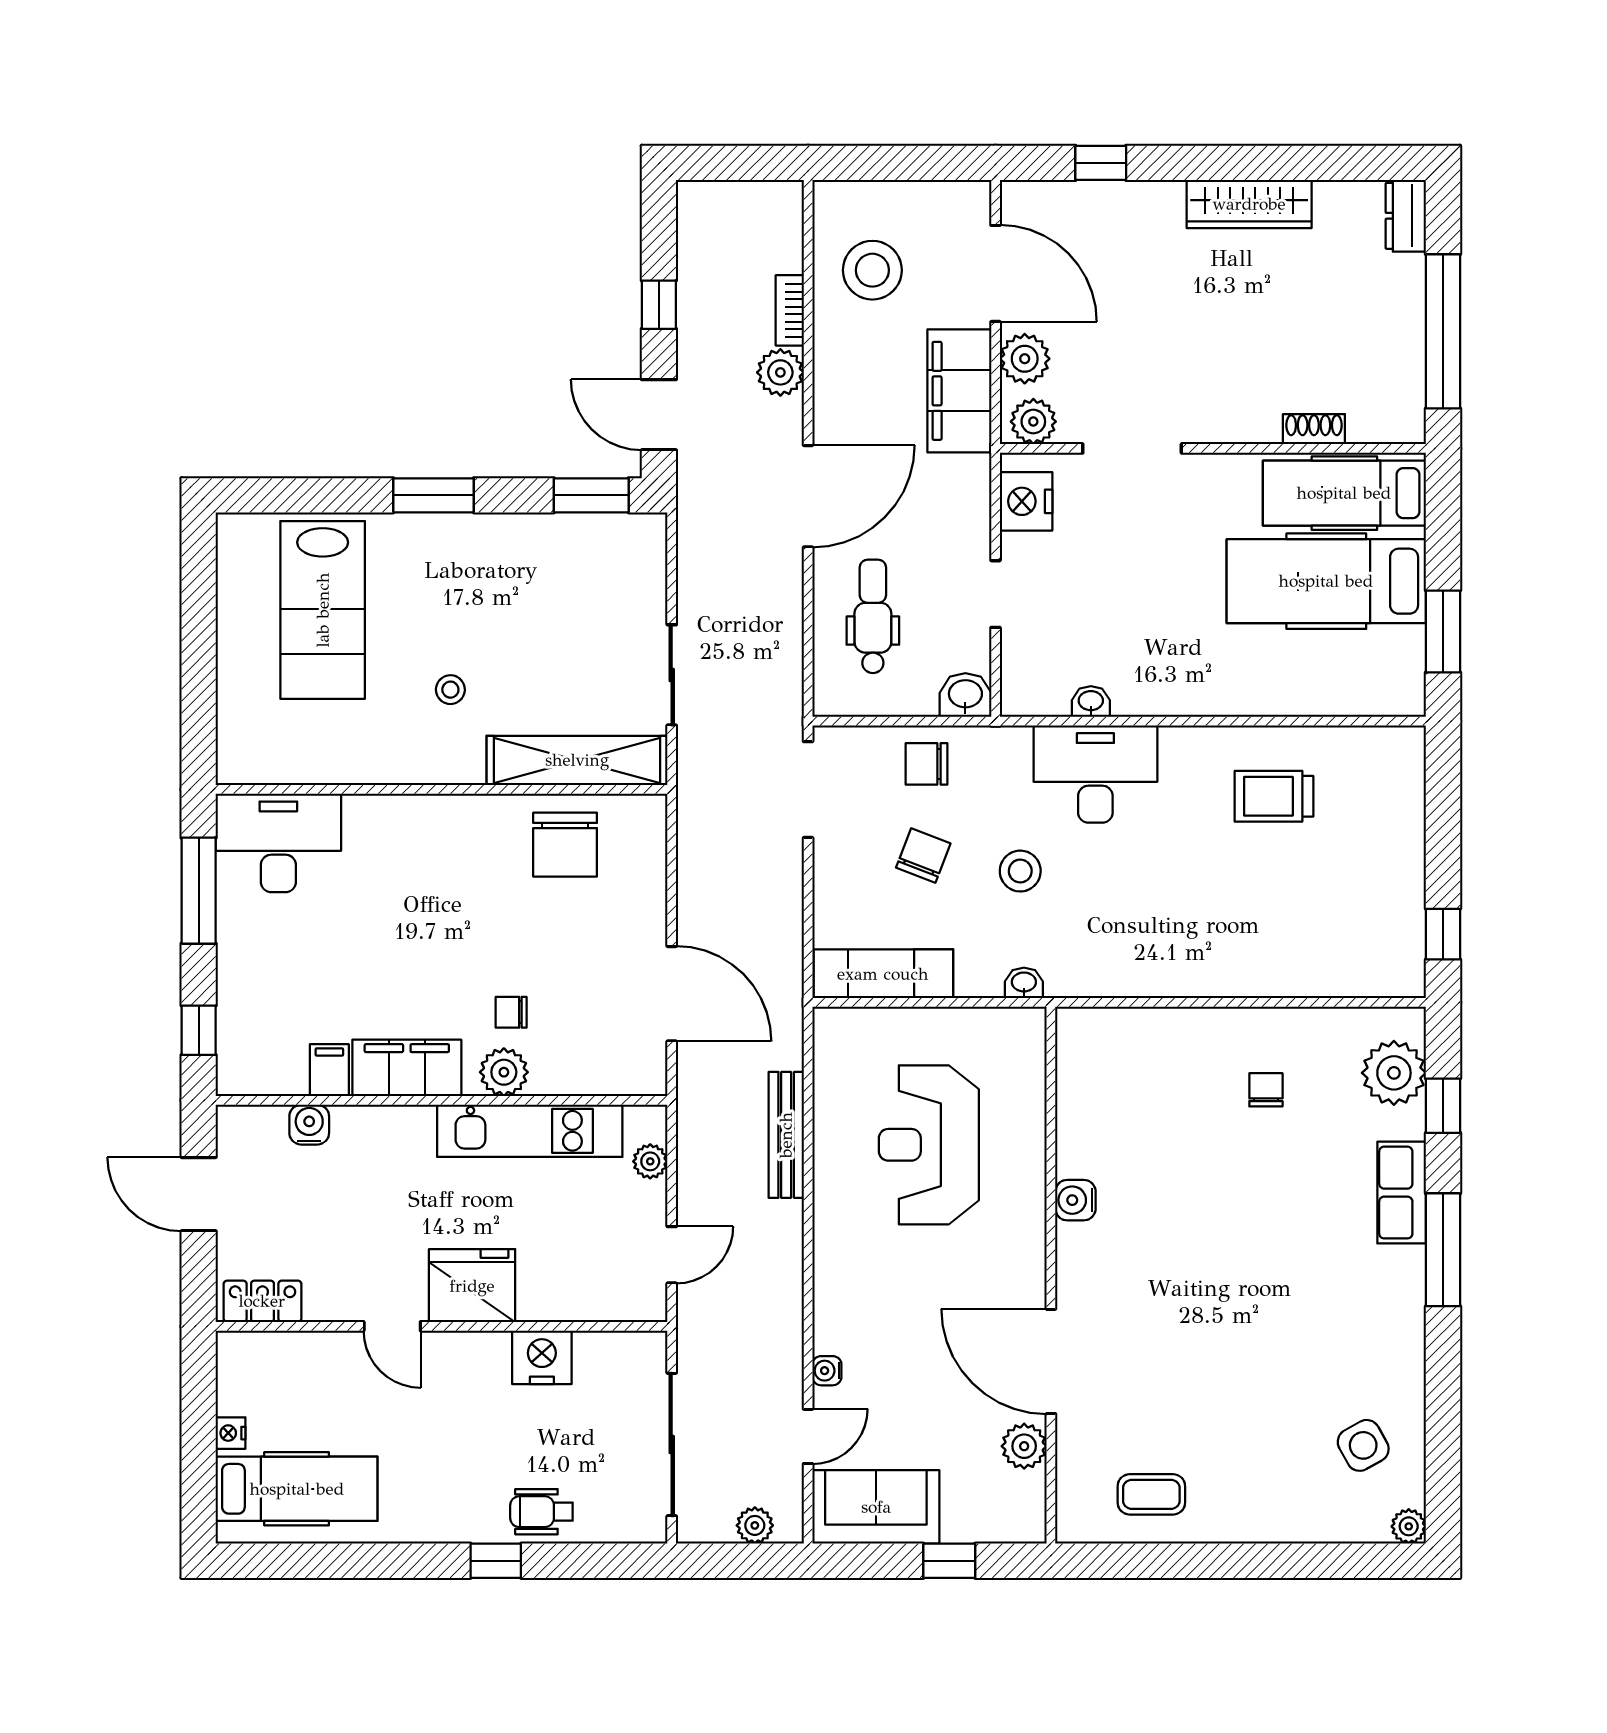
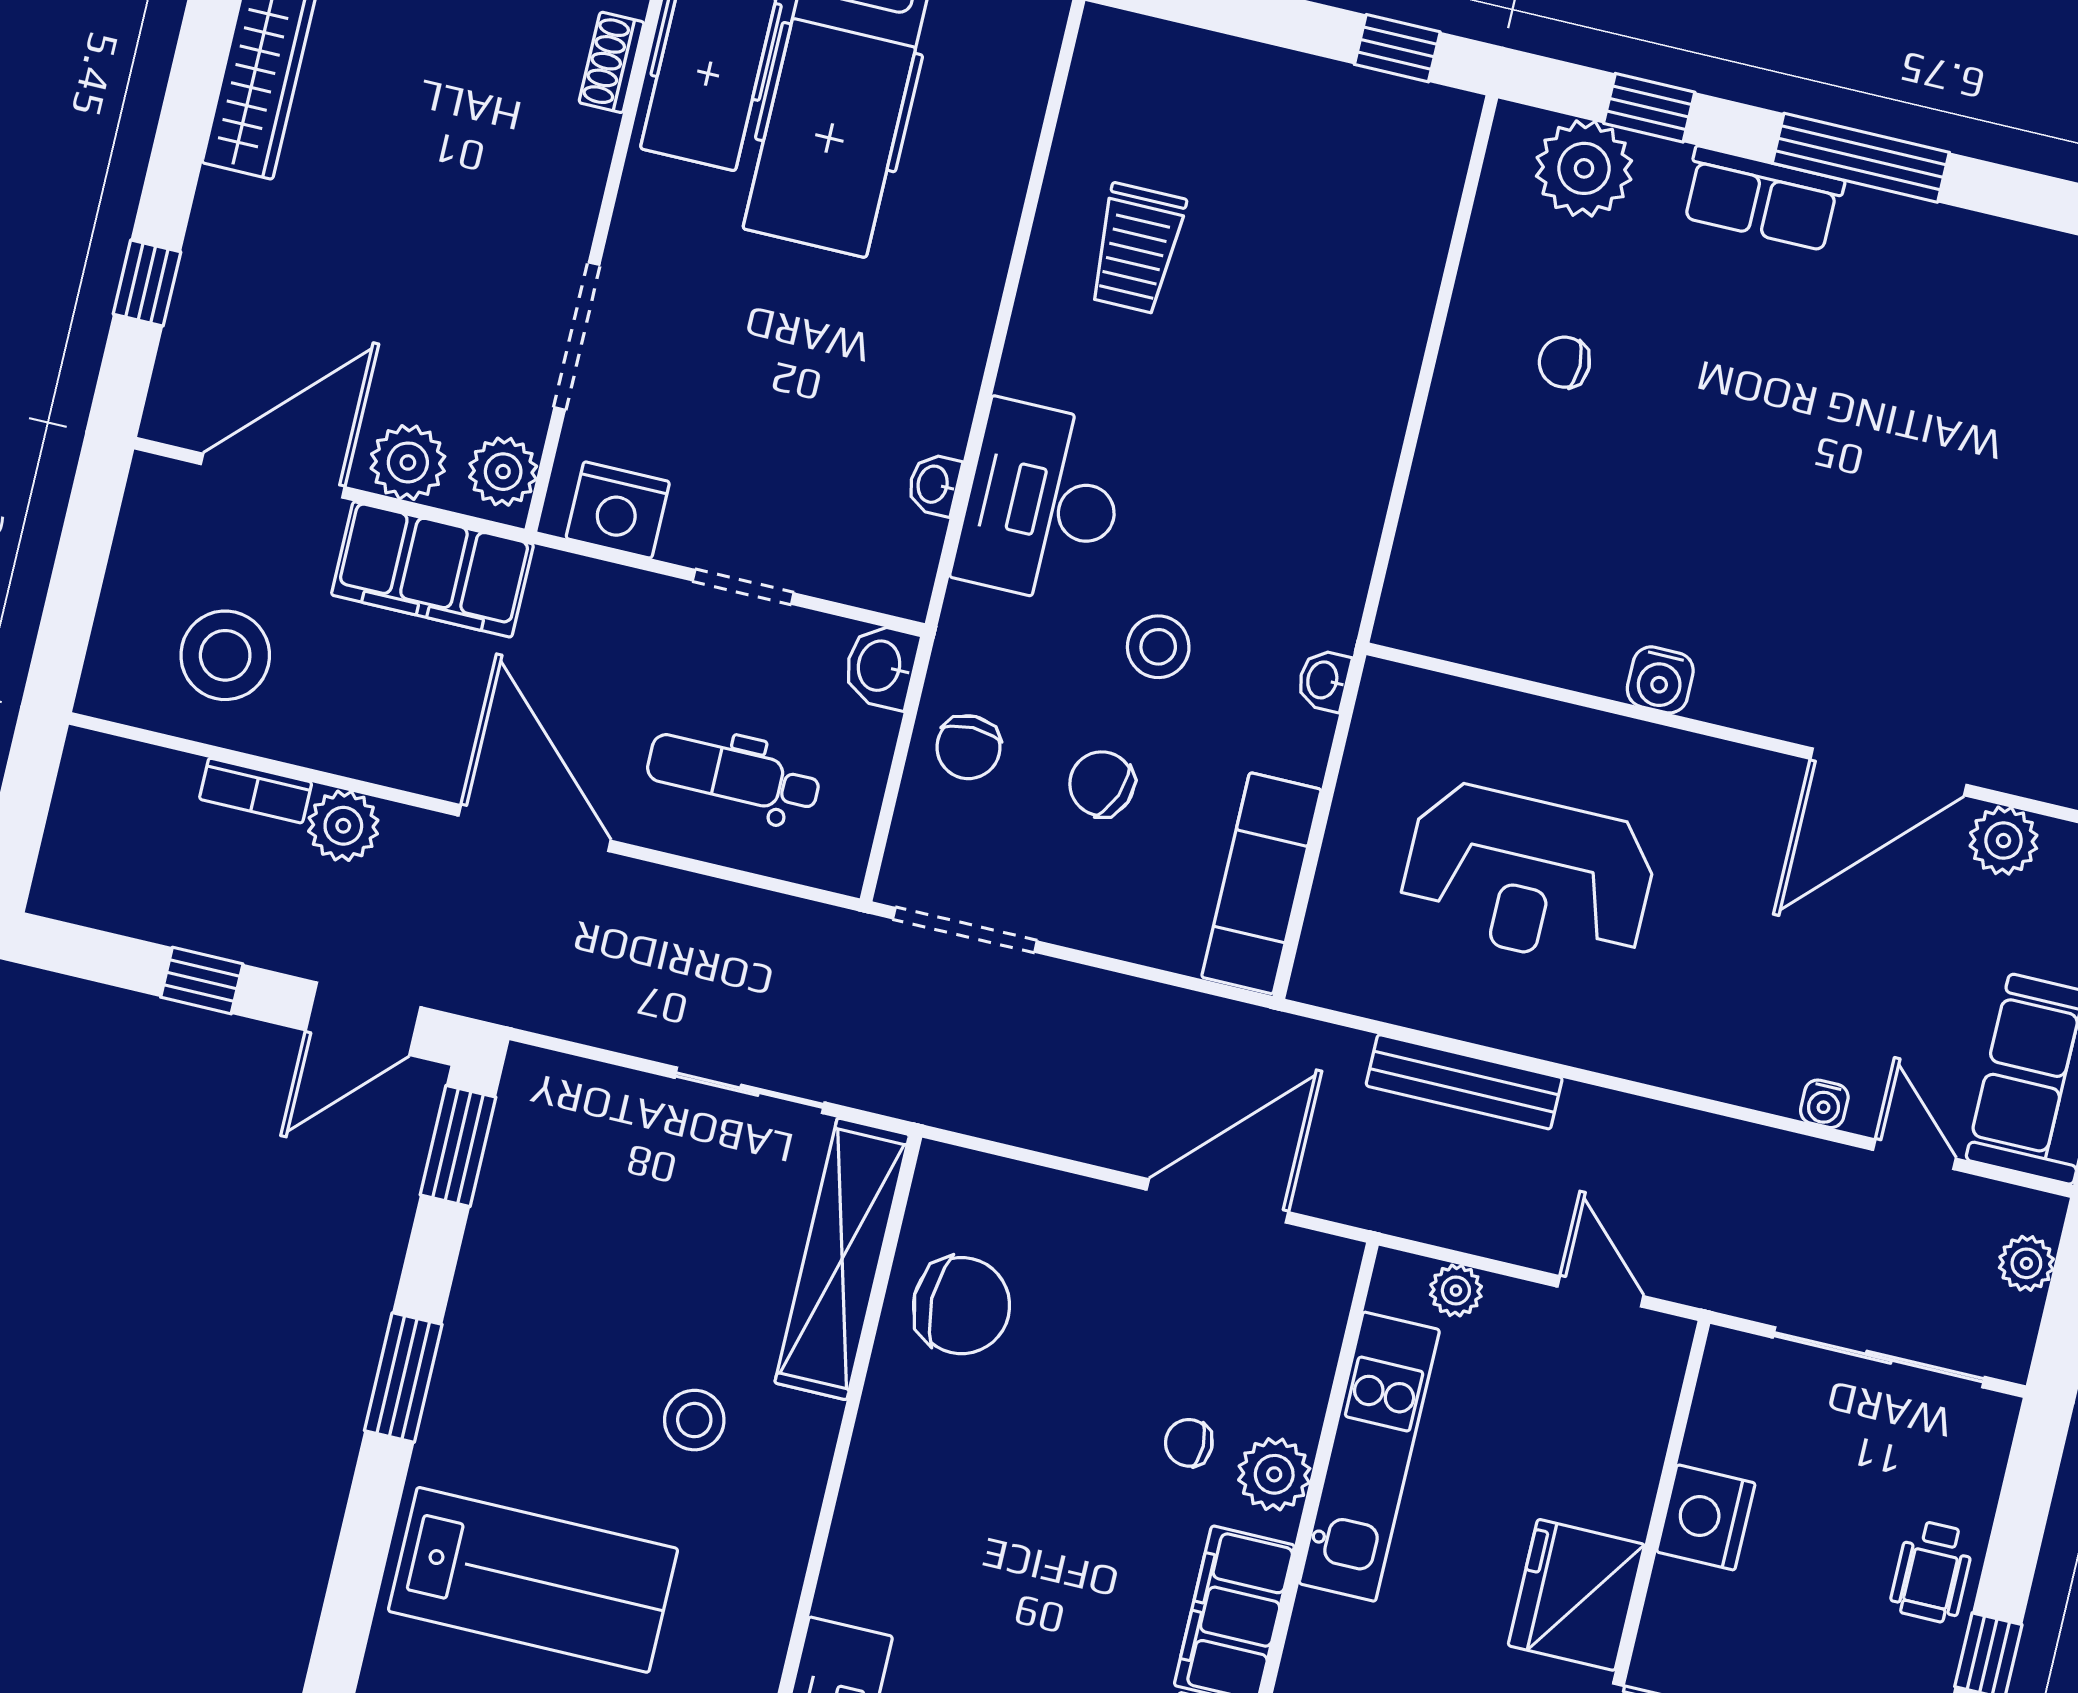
stool: (450, 690) -> (694, 1420), width x1.37, depth x1.37
chair: (511, 1012) -> (1189, 1443), turned 90

